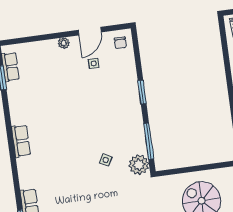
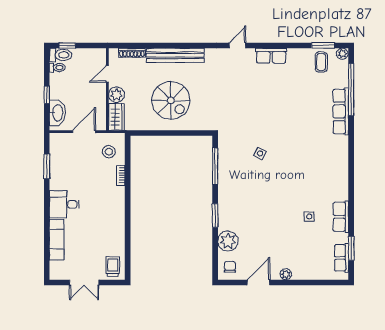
side table: (94, 63) -> (309, 217), moved
row of seats: (21, 141) -> (341, 217), moved
plant: (139, 165) -> (228, 241), moved

